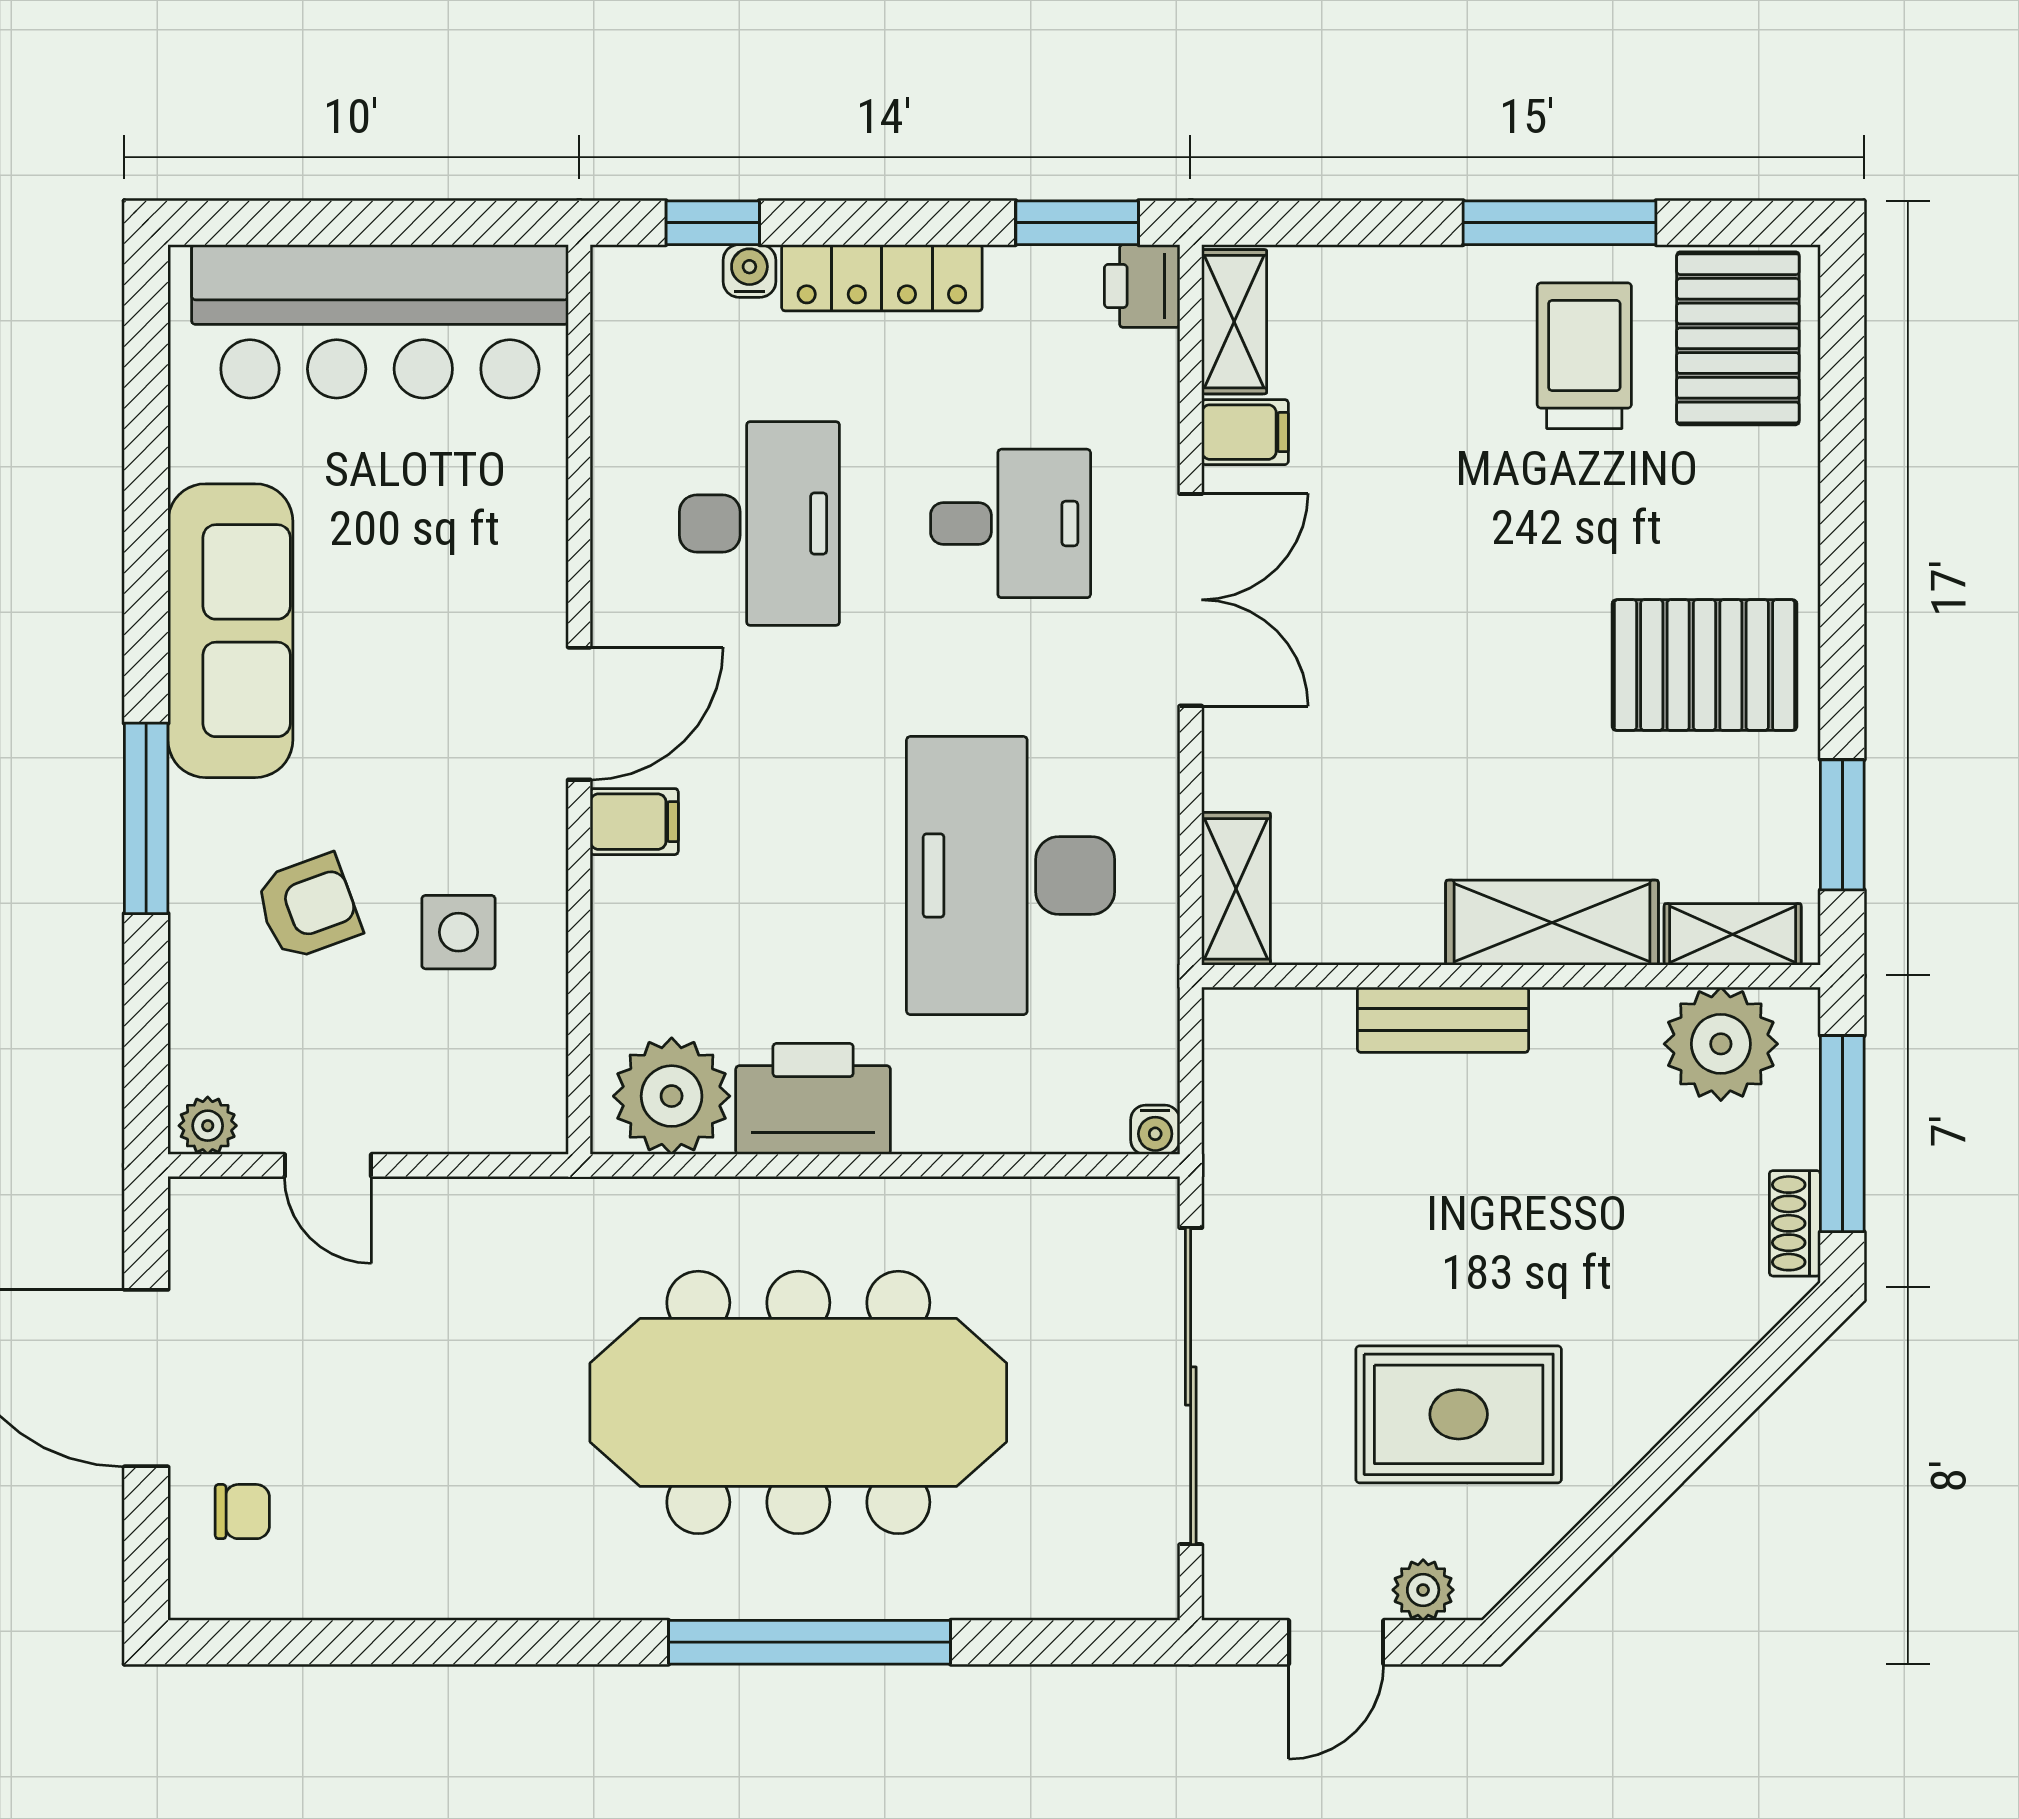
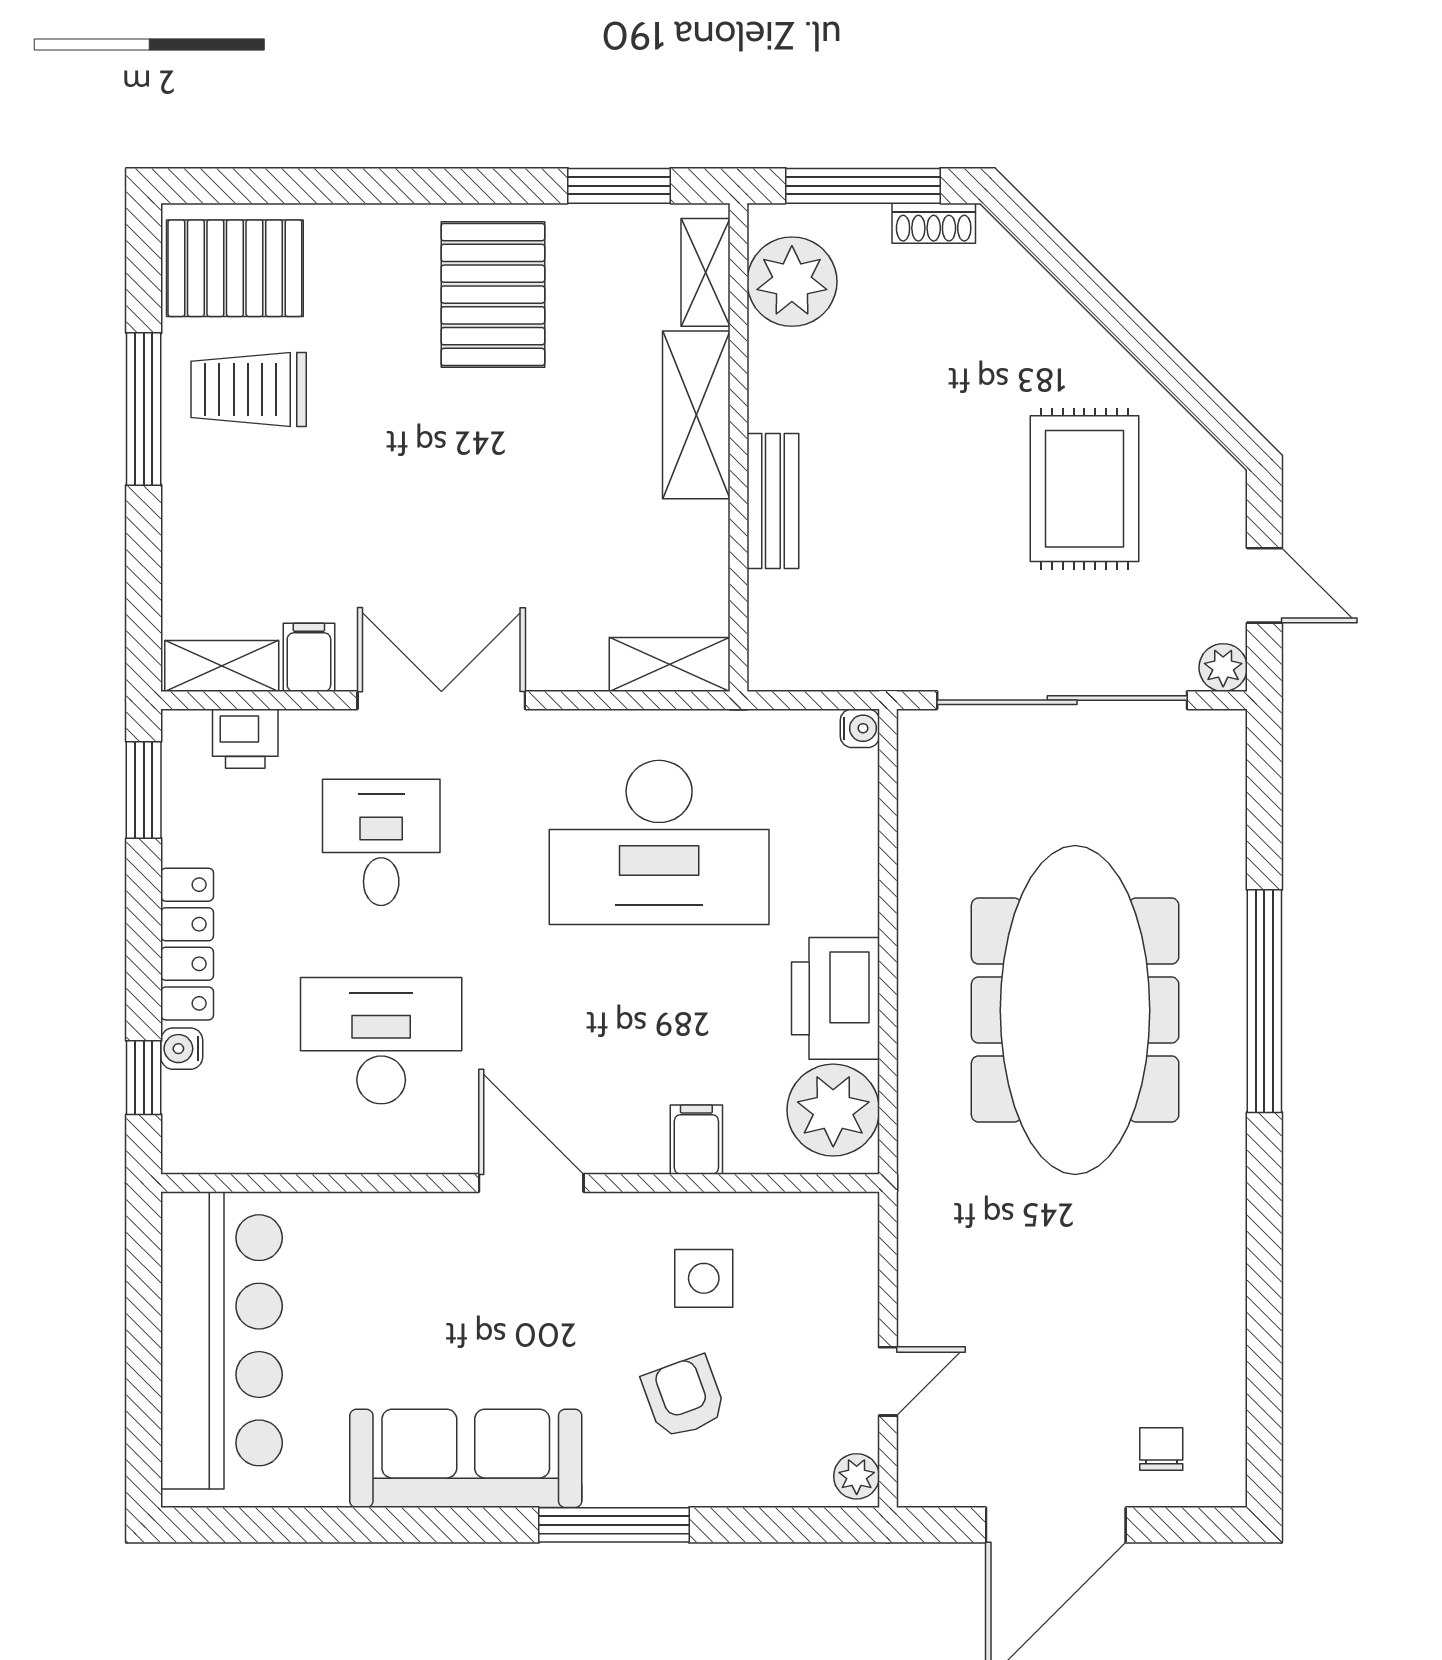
printer: (1142, 286) -> (245, 739), moved
filing cabinet: (634, 822) -> (696, 1140), moved
plant: (1423, 1590) -> (1223, 668), moved

